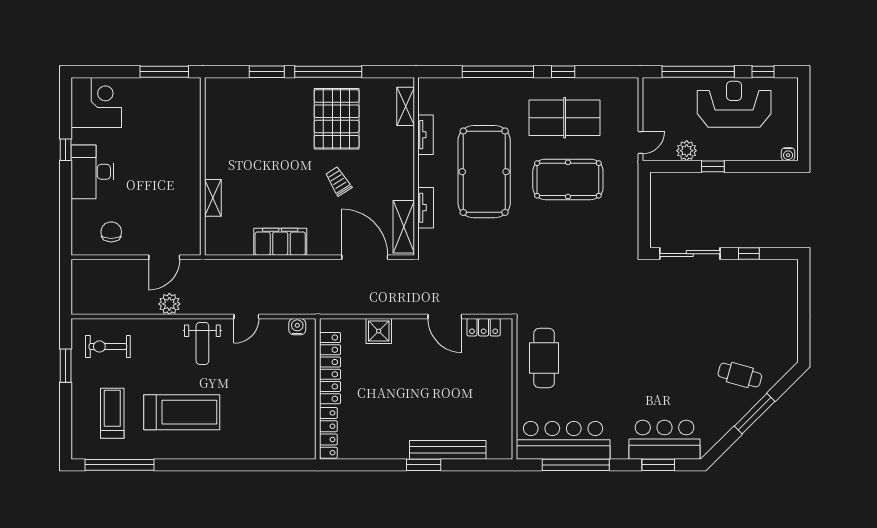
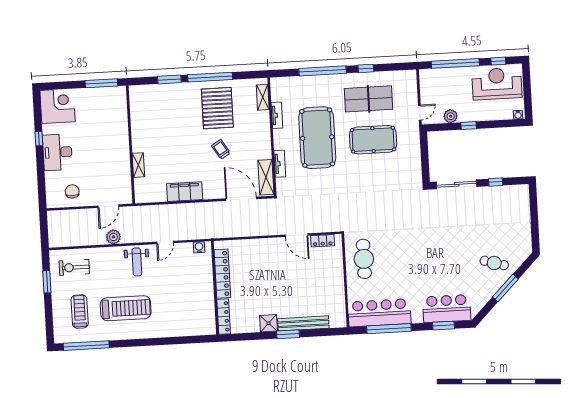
reception desk: (734, 104) -> (497, 84), moved
shower: (379, 331) -> (269, 323), moved

